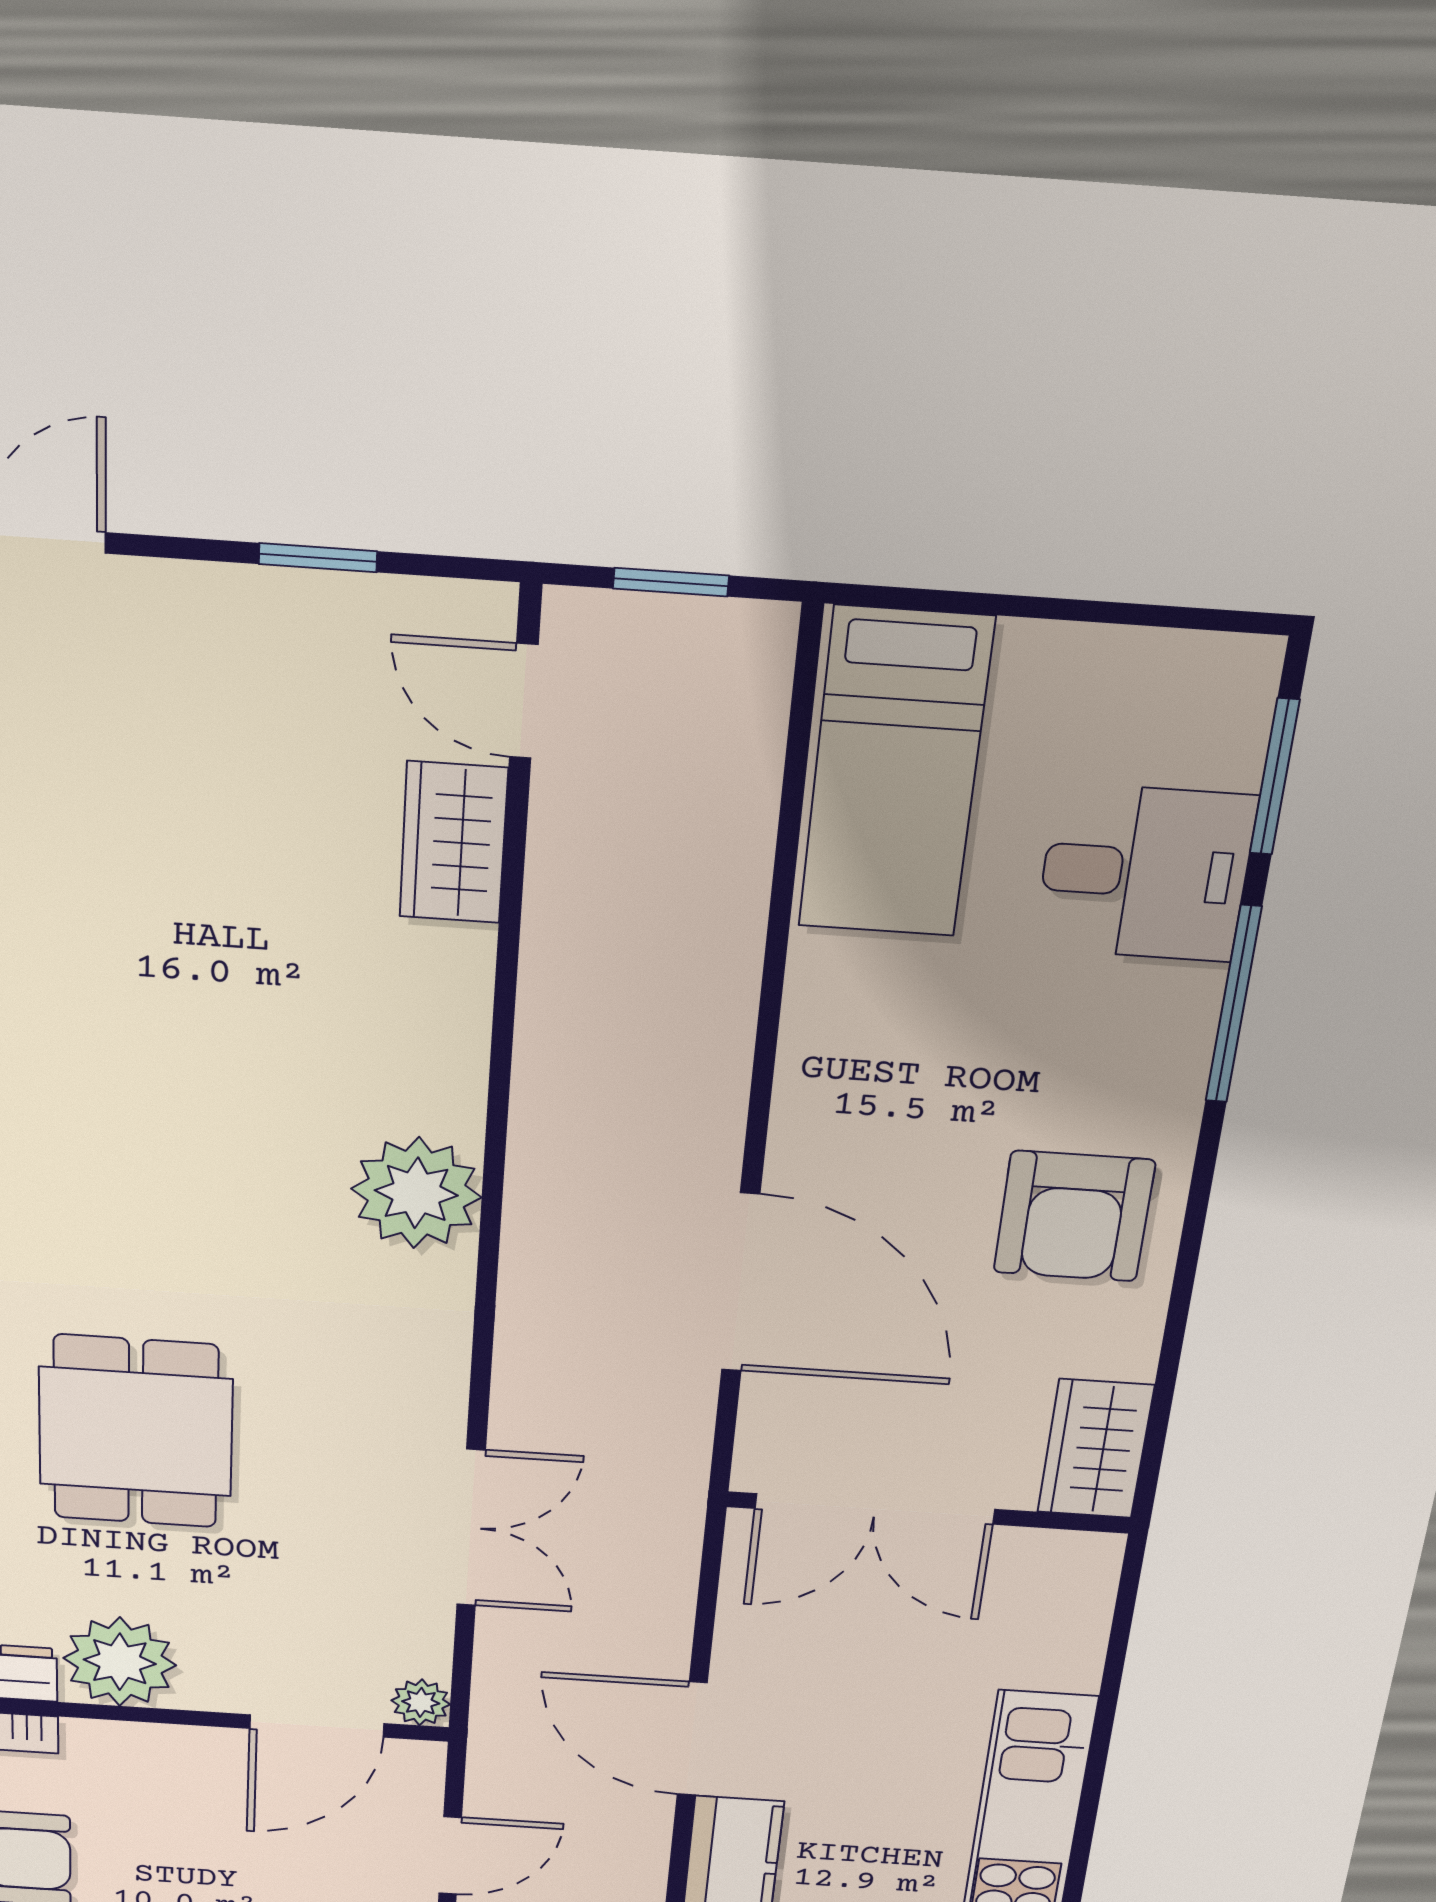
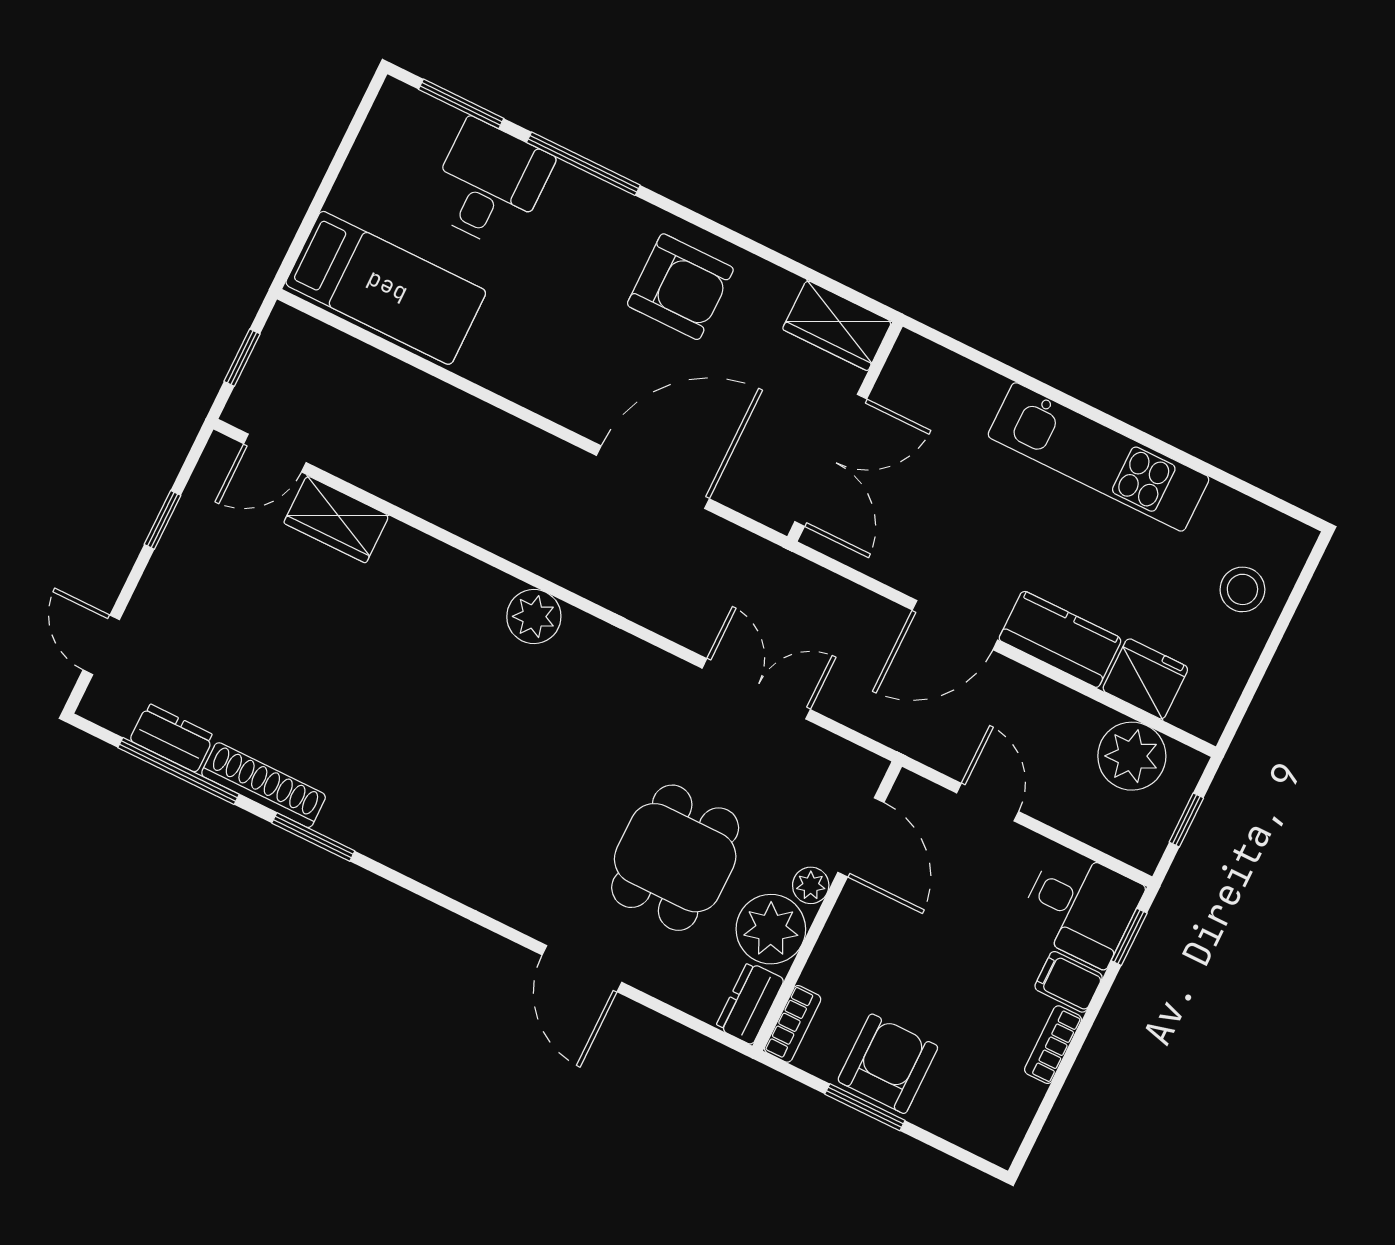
plant: (416, 1193) -> (534, 617), width x0.73, depth x0.73
dining table: (136, 1432) -> (675, 858), moved, turned 90
plant: (421, 1702) -> (811, 885), moved

